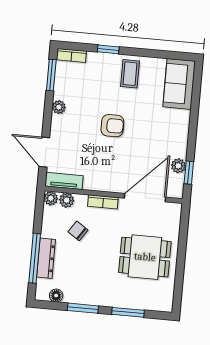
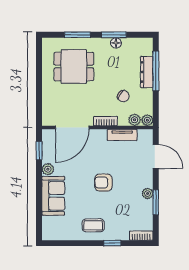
coffee table: (130, 74) -> (93, 225), turned 90
window: (51, 75) -> (156, 202), moved
sofa: (179, 84) -> (53, 196), moved
plant: (178, 166) -> (48, 169), moved
tv unit: (64, 181) -> (122, 135), moved
dining table: (145, 257) -> (74, 67), moved
floor lamp: (56, 296) -> (116, 43), moved

